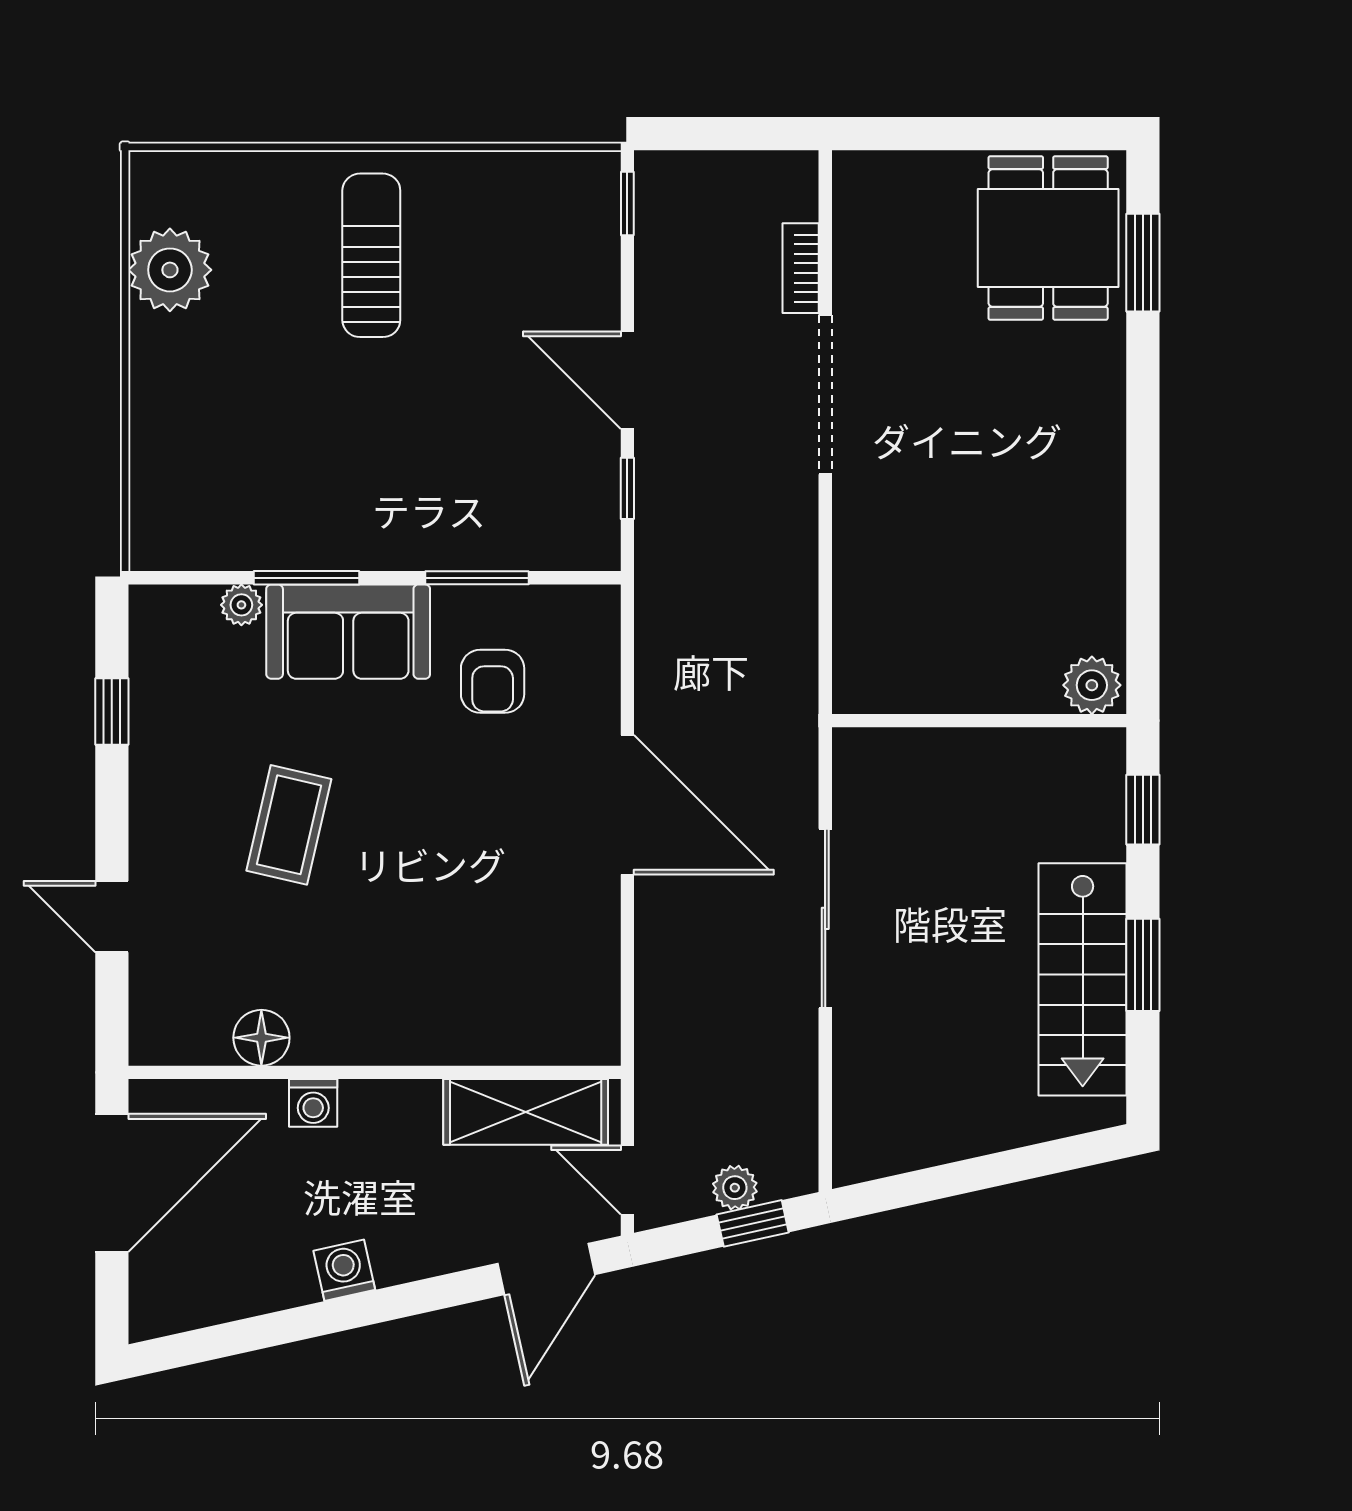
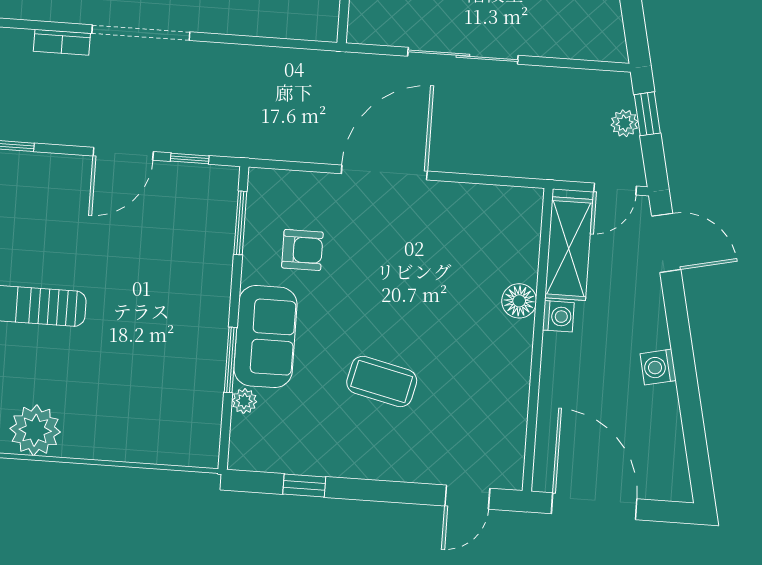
window: (477, 578) -> (240, 223), moved
door: (112, 917) -> (467, 497), moved
floor lamp: (261, 1038) -> (519, 301), moved
washing machine: (313, 1103) -> (558, 316), moved

